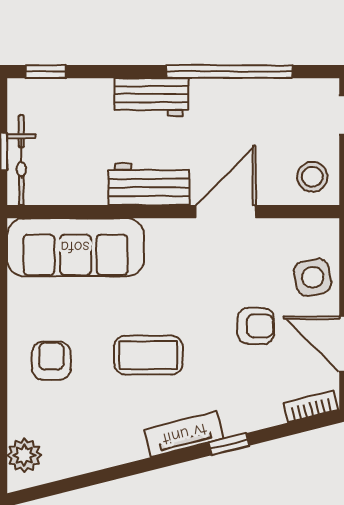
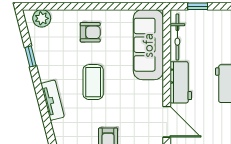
bicycle: (21, 160) -> (177, 37), moved, turned -90
window: (229, 444) -> (31, 56), moved

